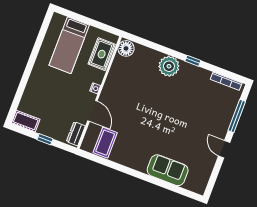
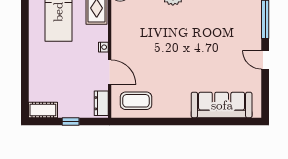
coffee table: (105, 143) -> (136, 101), turned 90
sofa: (168, 170) -> (222, 105), width x1.36

